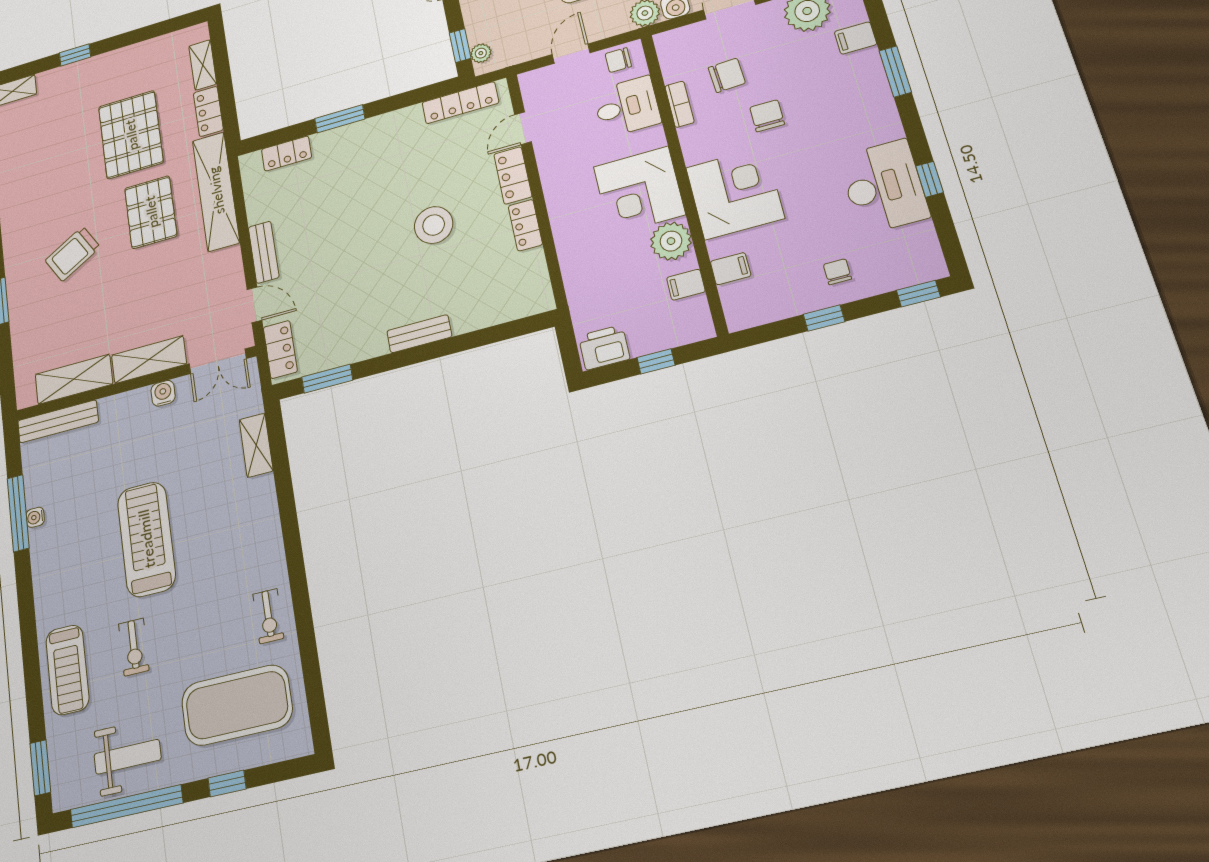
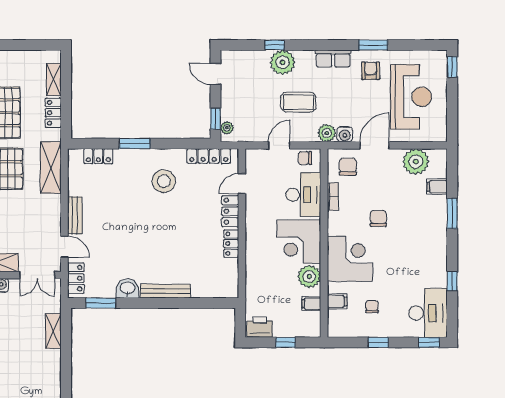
chair: (727, 75) -> (348, 167), moved, turned -87
desk: (627, 107) -> (303, 195), width x1.37
desk: (884, 187) -> (428, 313), moved
shelving: (216, 191) -> (51, 168), width x0.68
stool: (434, 225) -> (164, 181), moved
chair: (837, 272) -> (372, 307), moved
bench: (419, 334) -> (165, 291), width x1.36
washbasin: (367, 343) -> (128, 288), added

